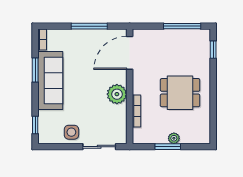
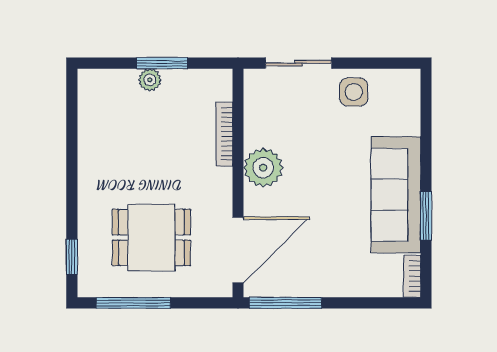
window: (89, 26) -> (285, 303), moved
dining table: (180, 93) -> (151, 237), moved
window: (35, 125) -> (426, 106), removed

